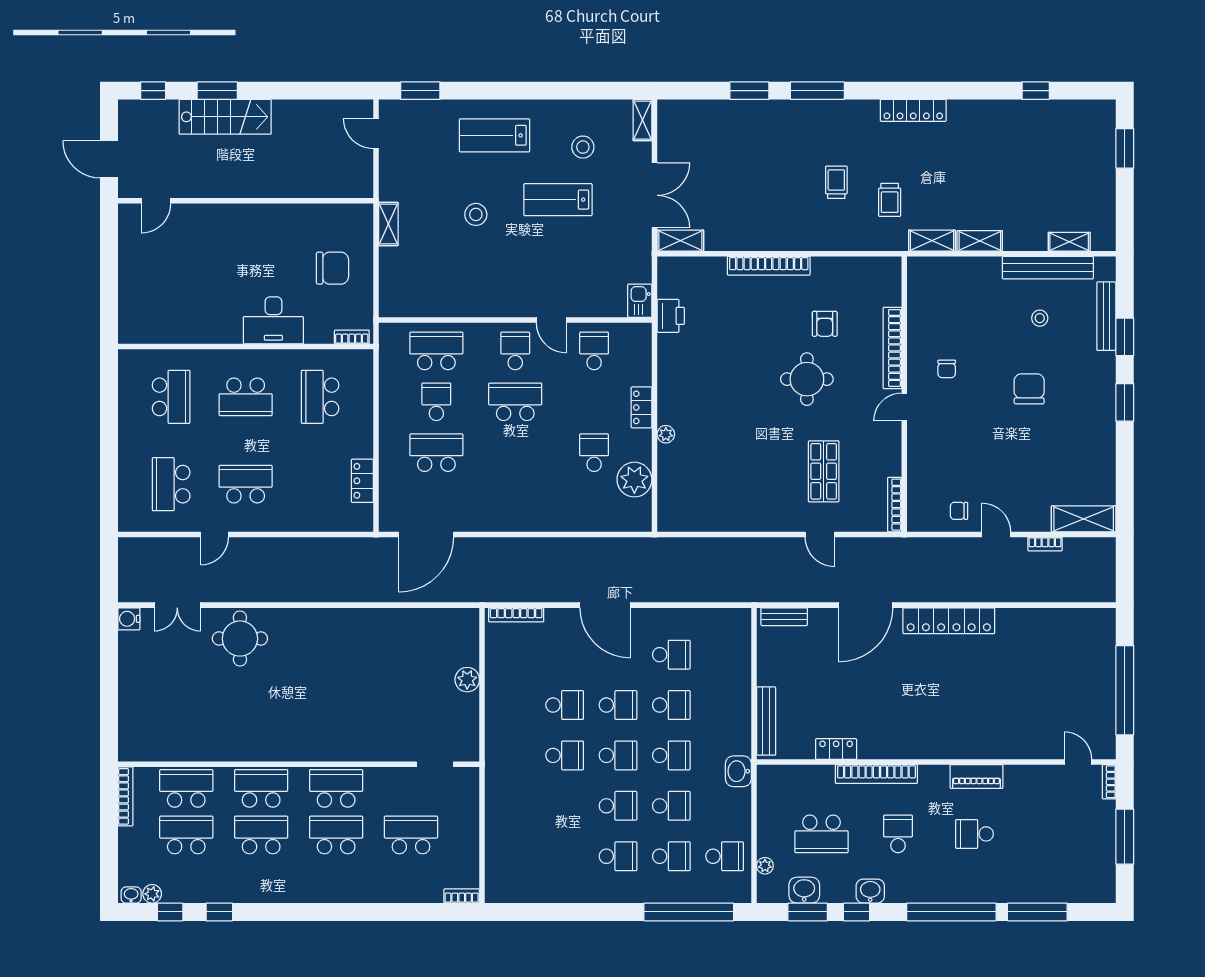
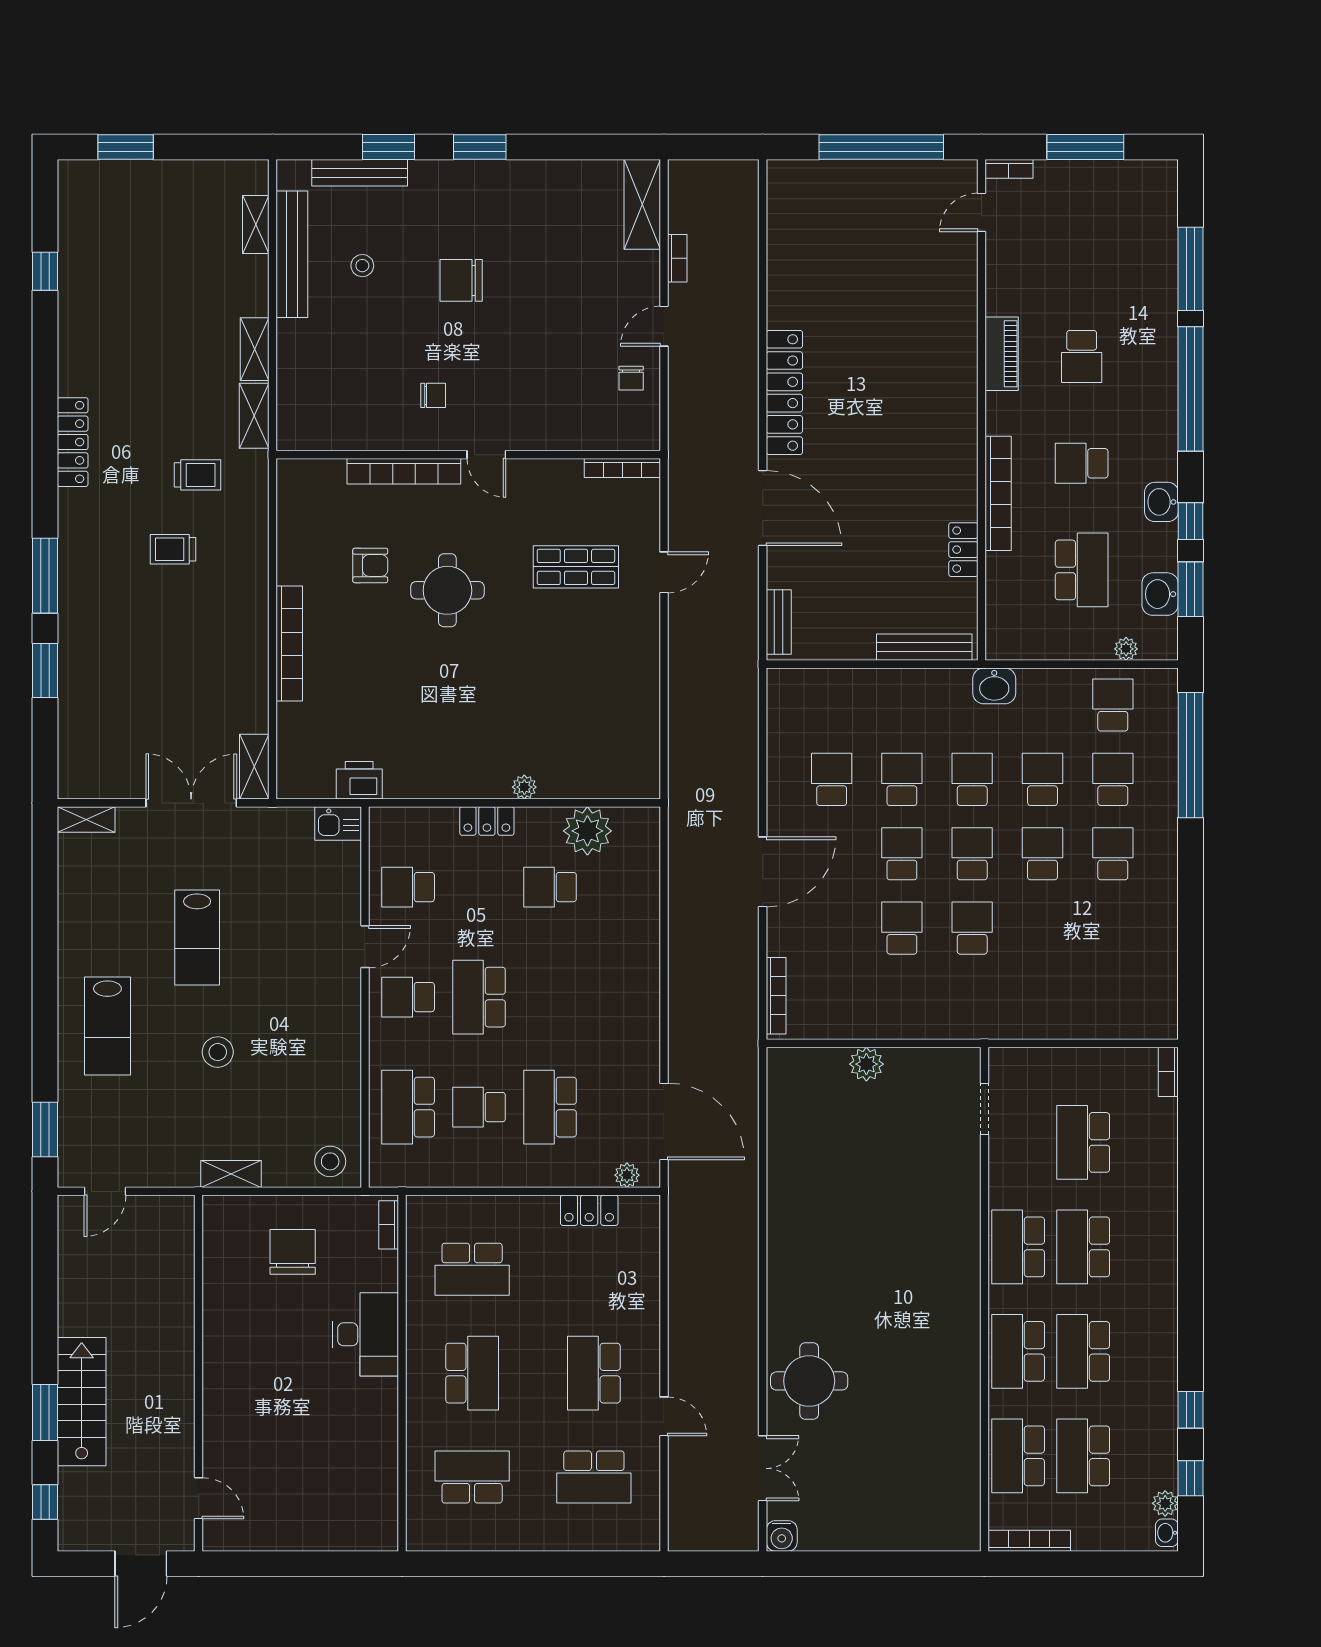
stool: (583, 147) -> (330, 1161), moved
plant: (388, 508) -> (627, 1175), added

